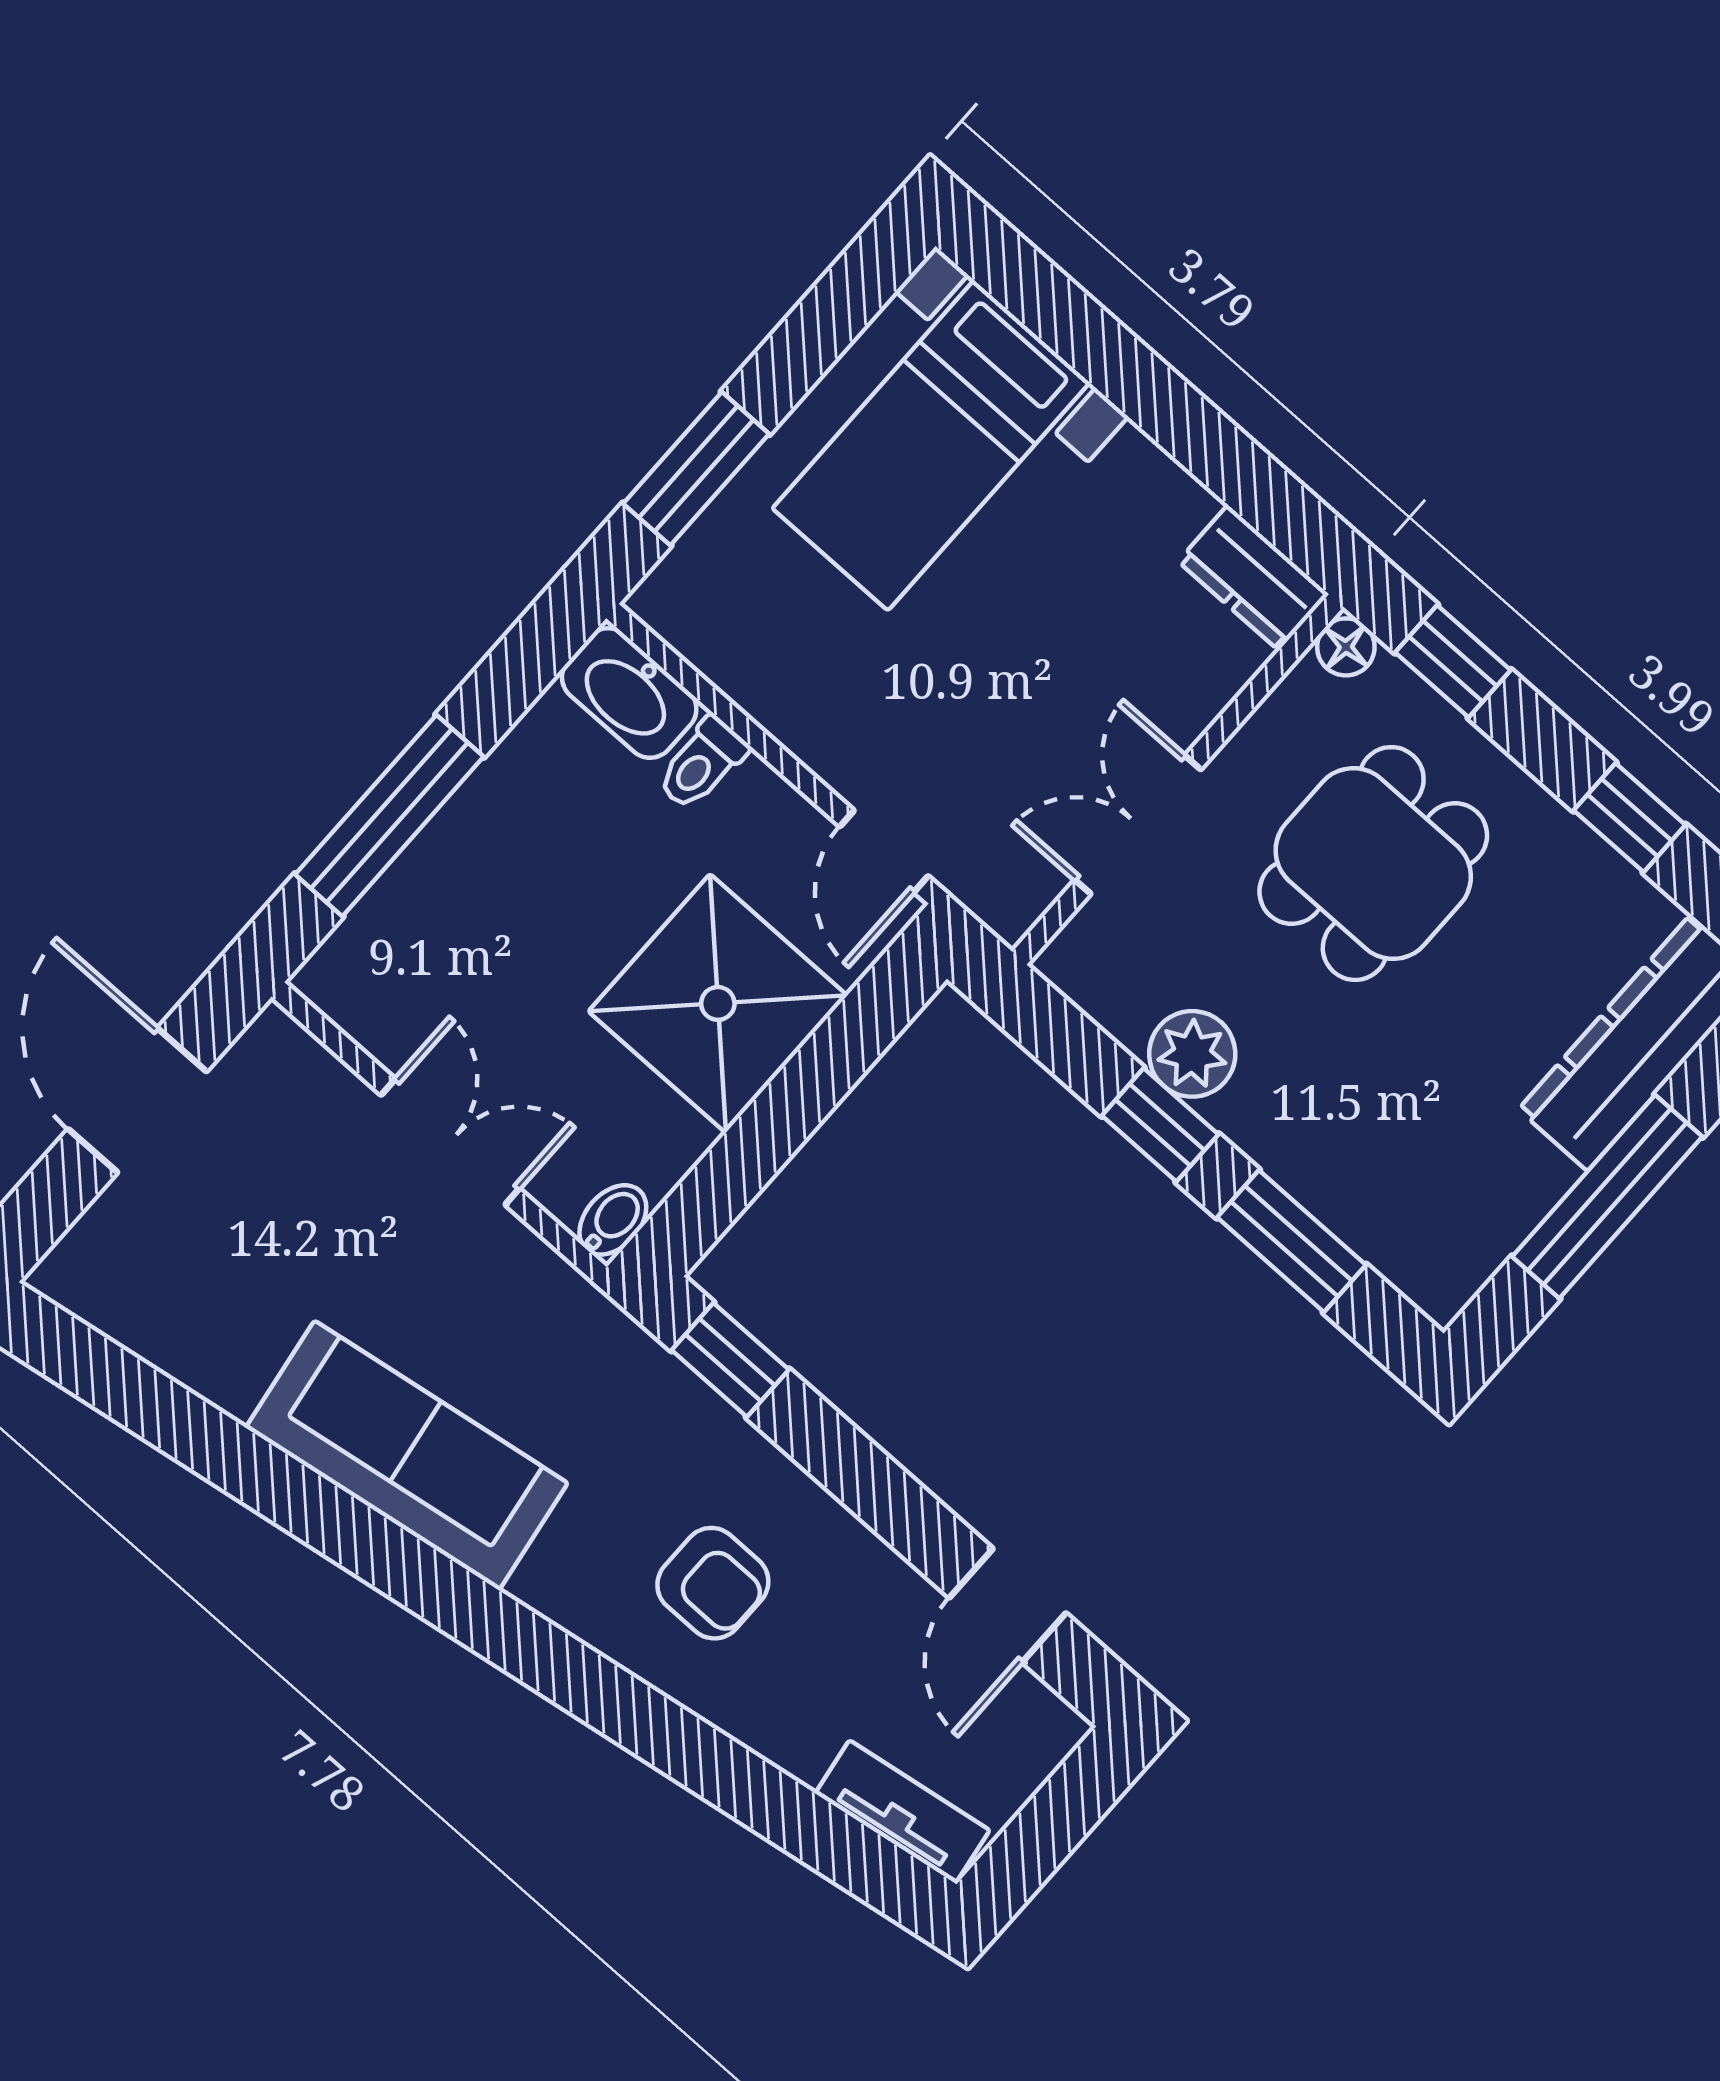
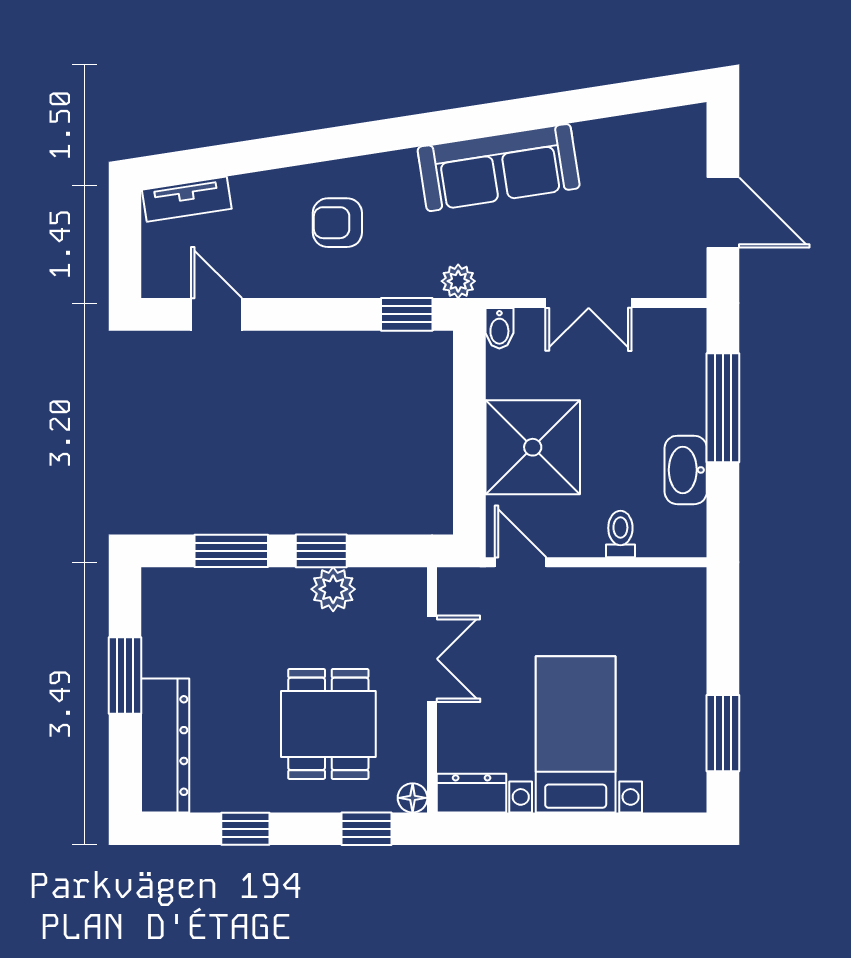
bed with nightstands: (931, 445) -> (576, 734), moved
window: (696, 469) -> (723, 733), moved
washbasin: (629, 693) -> (686, 470), moved, turned -90
window: (1607, 1197) -> (125, 676), width x0.69
plant: (612, 1342) -> (458, 281), added

